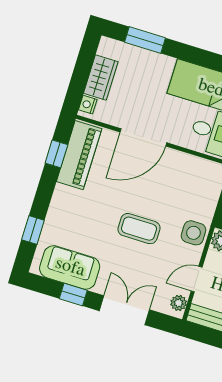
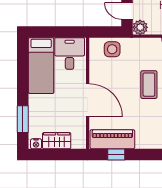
nightstand: (88, 105) -> (36, 144), moved
side table: (193, 233) -> (112, 49), moved

